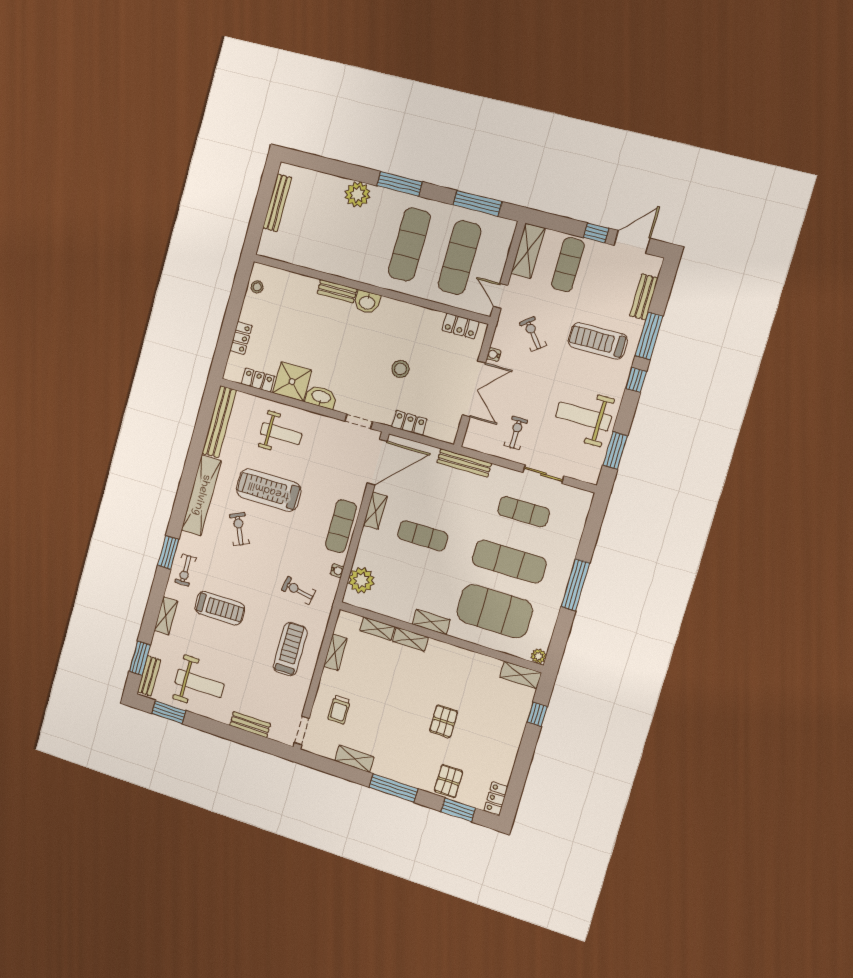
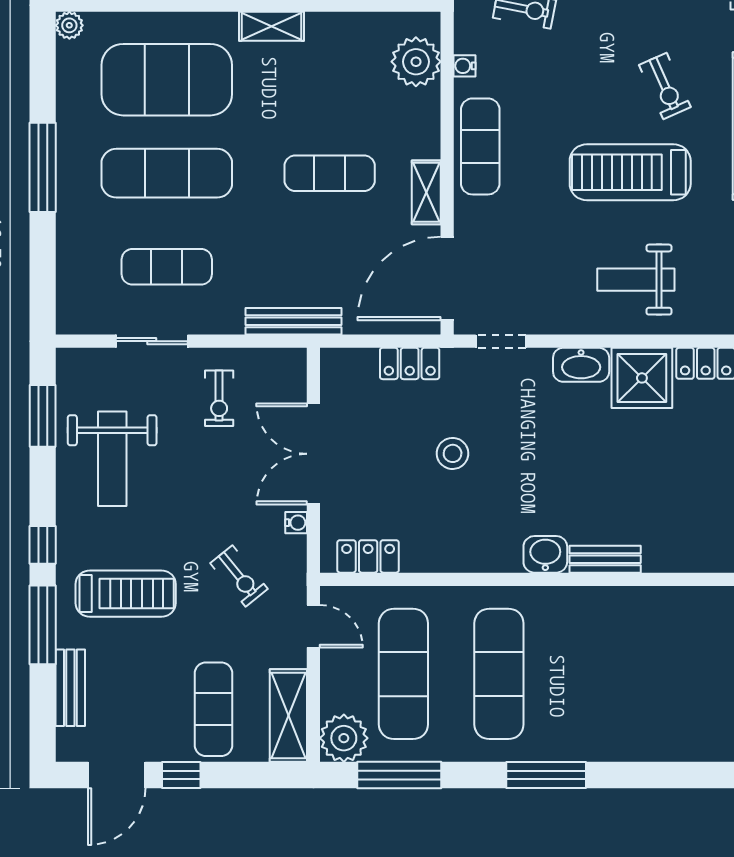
plant: (358, 194) -> (344, 738), moved
weight bench: (584, 417) -> (112, 459), turned 90
treadmill: (269, 490) -> (630, 172), turned 180

